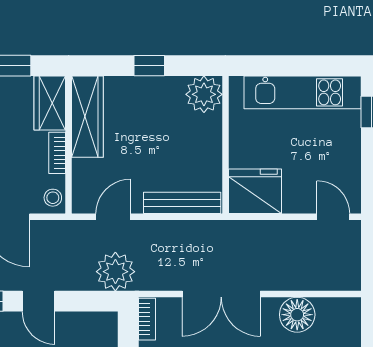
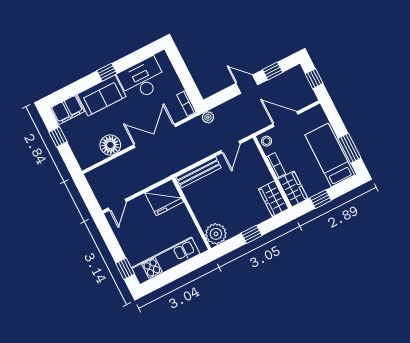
wardrobe: (87, 117) -> (274, 199), width x0.67
door: (333, 217) -> (117, 205), hinge flipped
plant: (115, 272) -> (208, 117), width x0.53, depth x0.53

